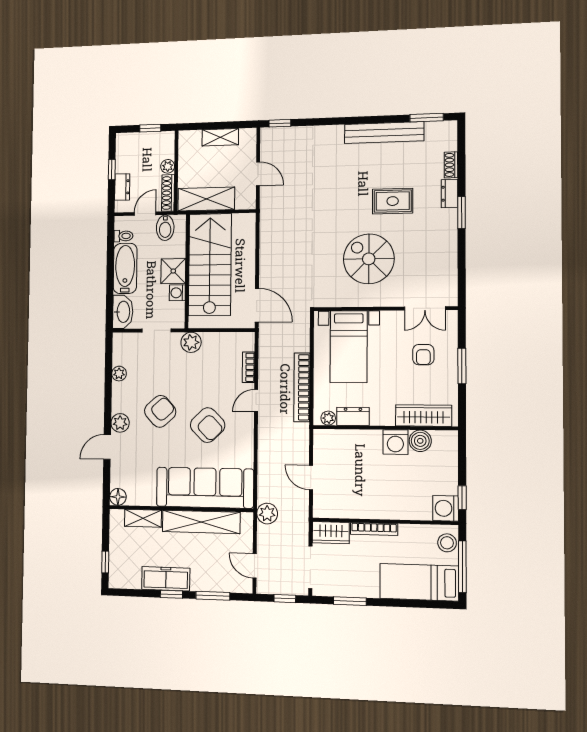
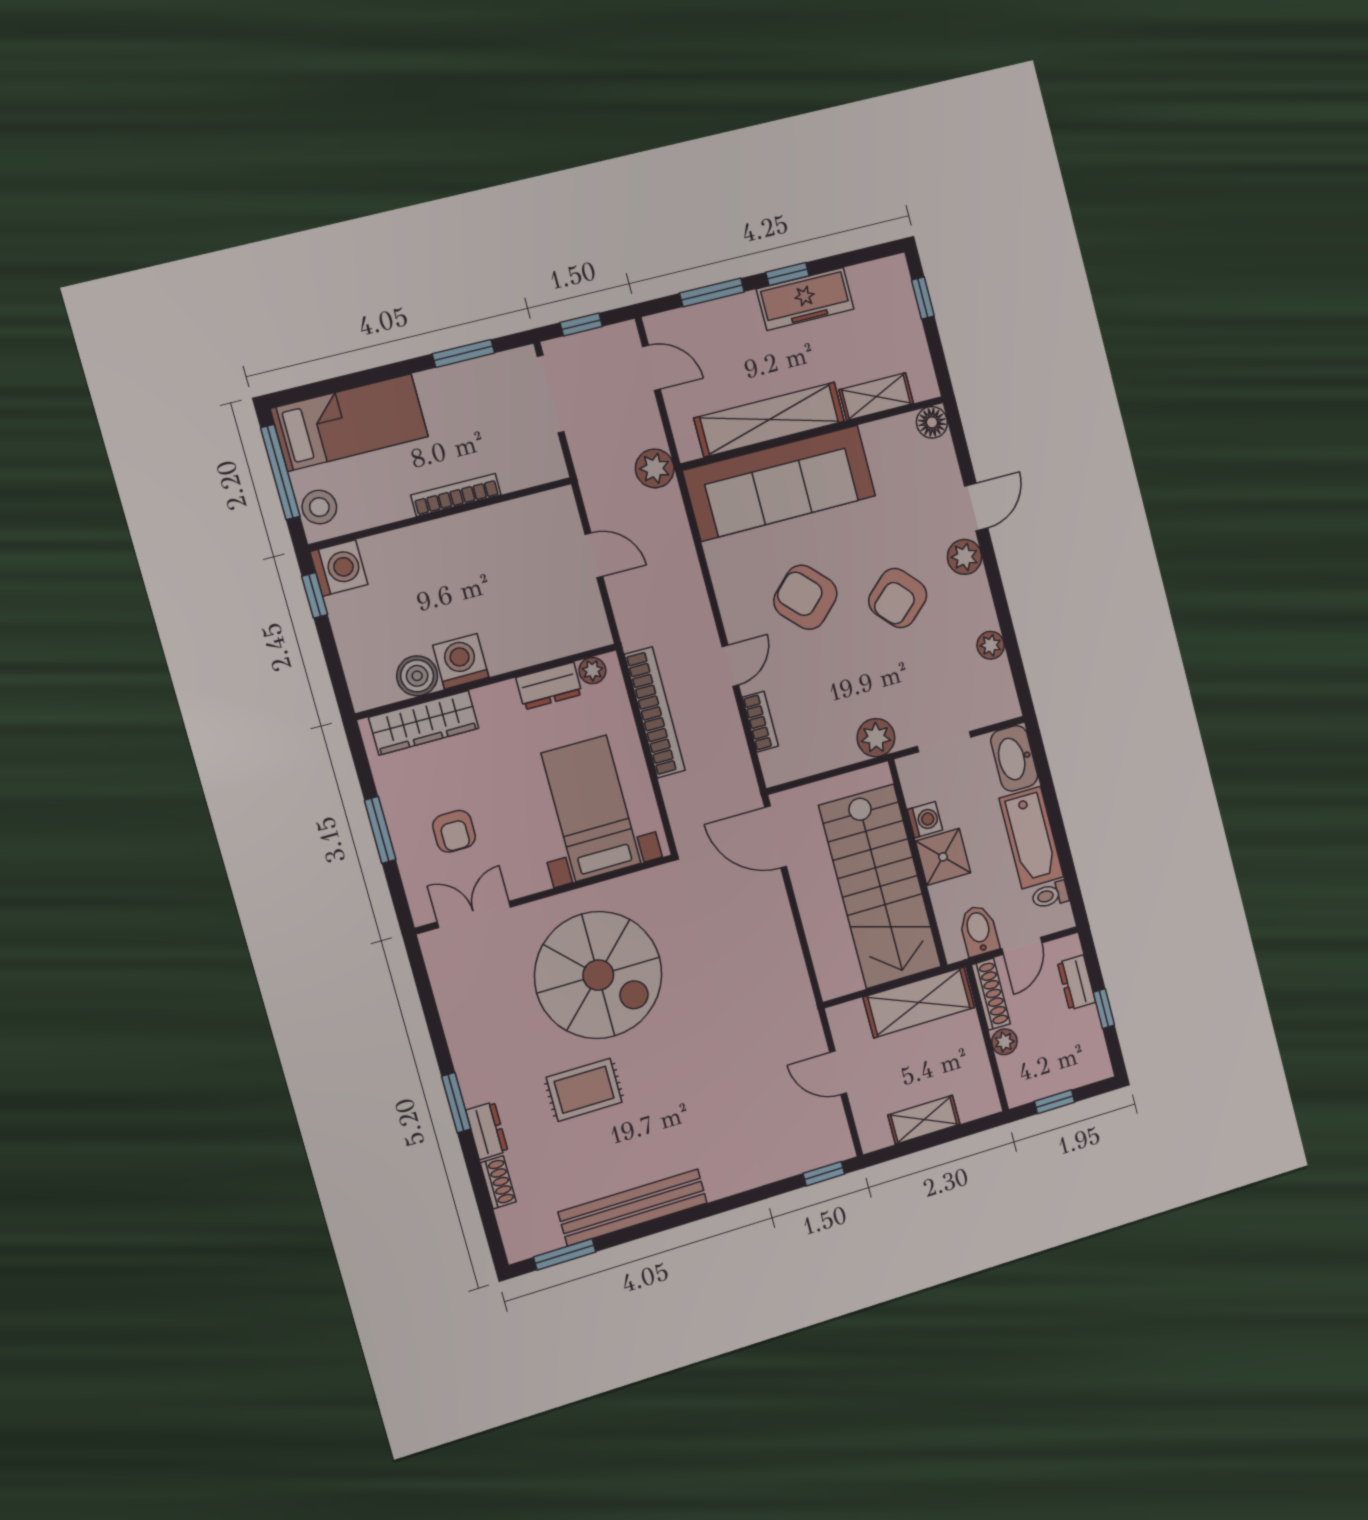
spiral stairs: (369, 259) -> (598, 975), width x1.37, depth x1.37
armchair: (423, 355) -> (454, 831), turned 180
wardrobe: (331, 533) -> (531, 467), removed

